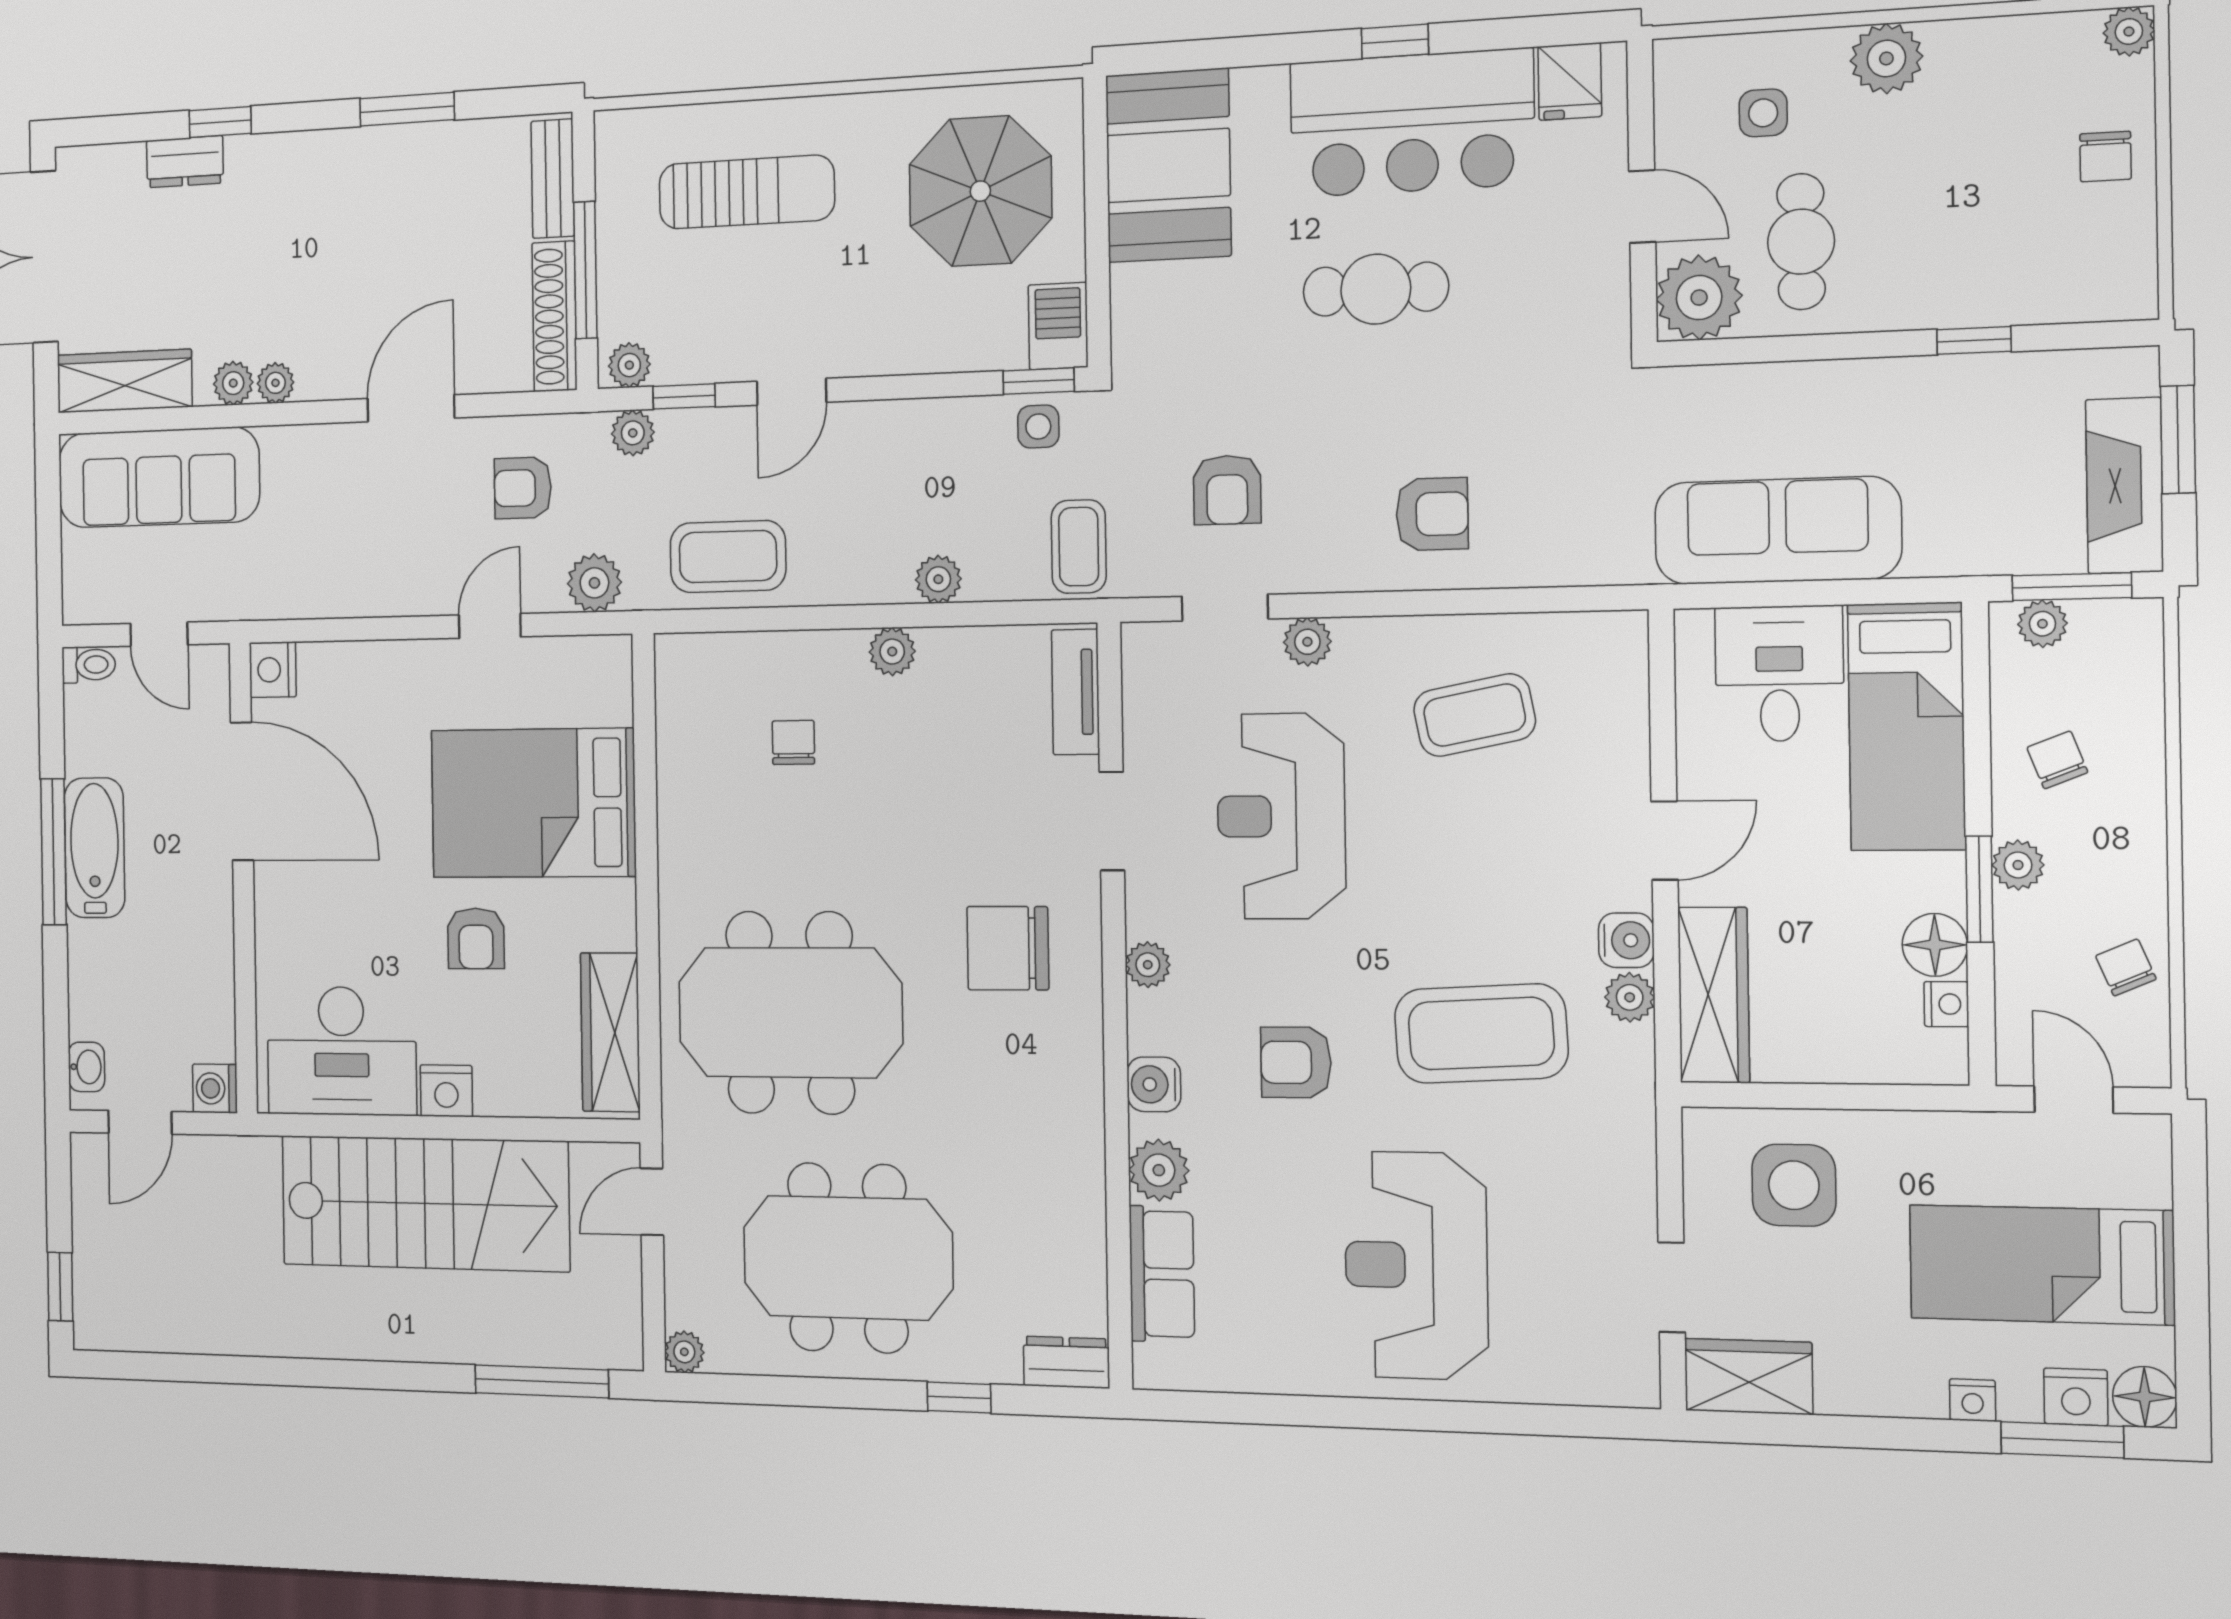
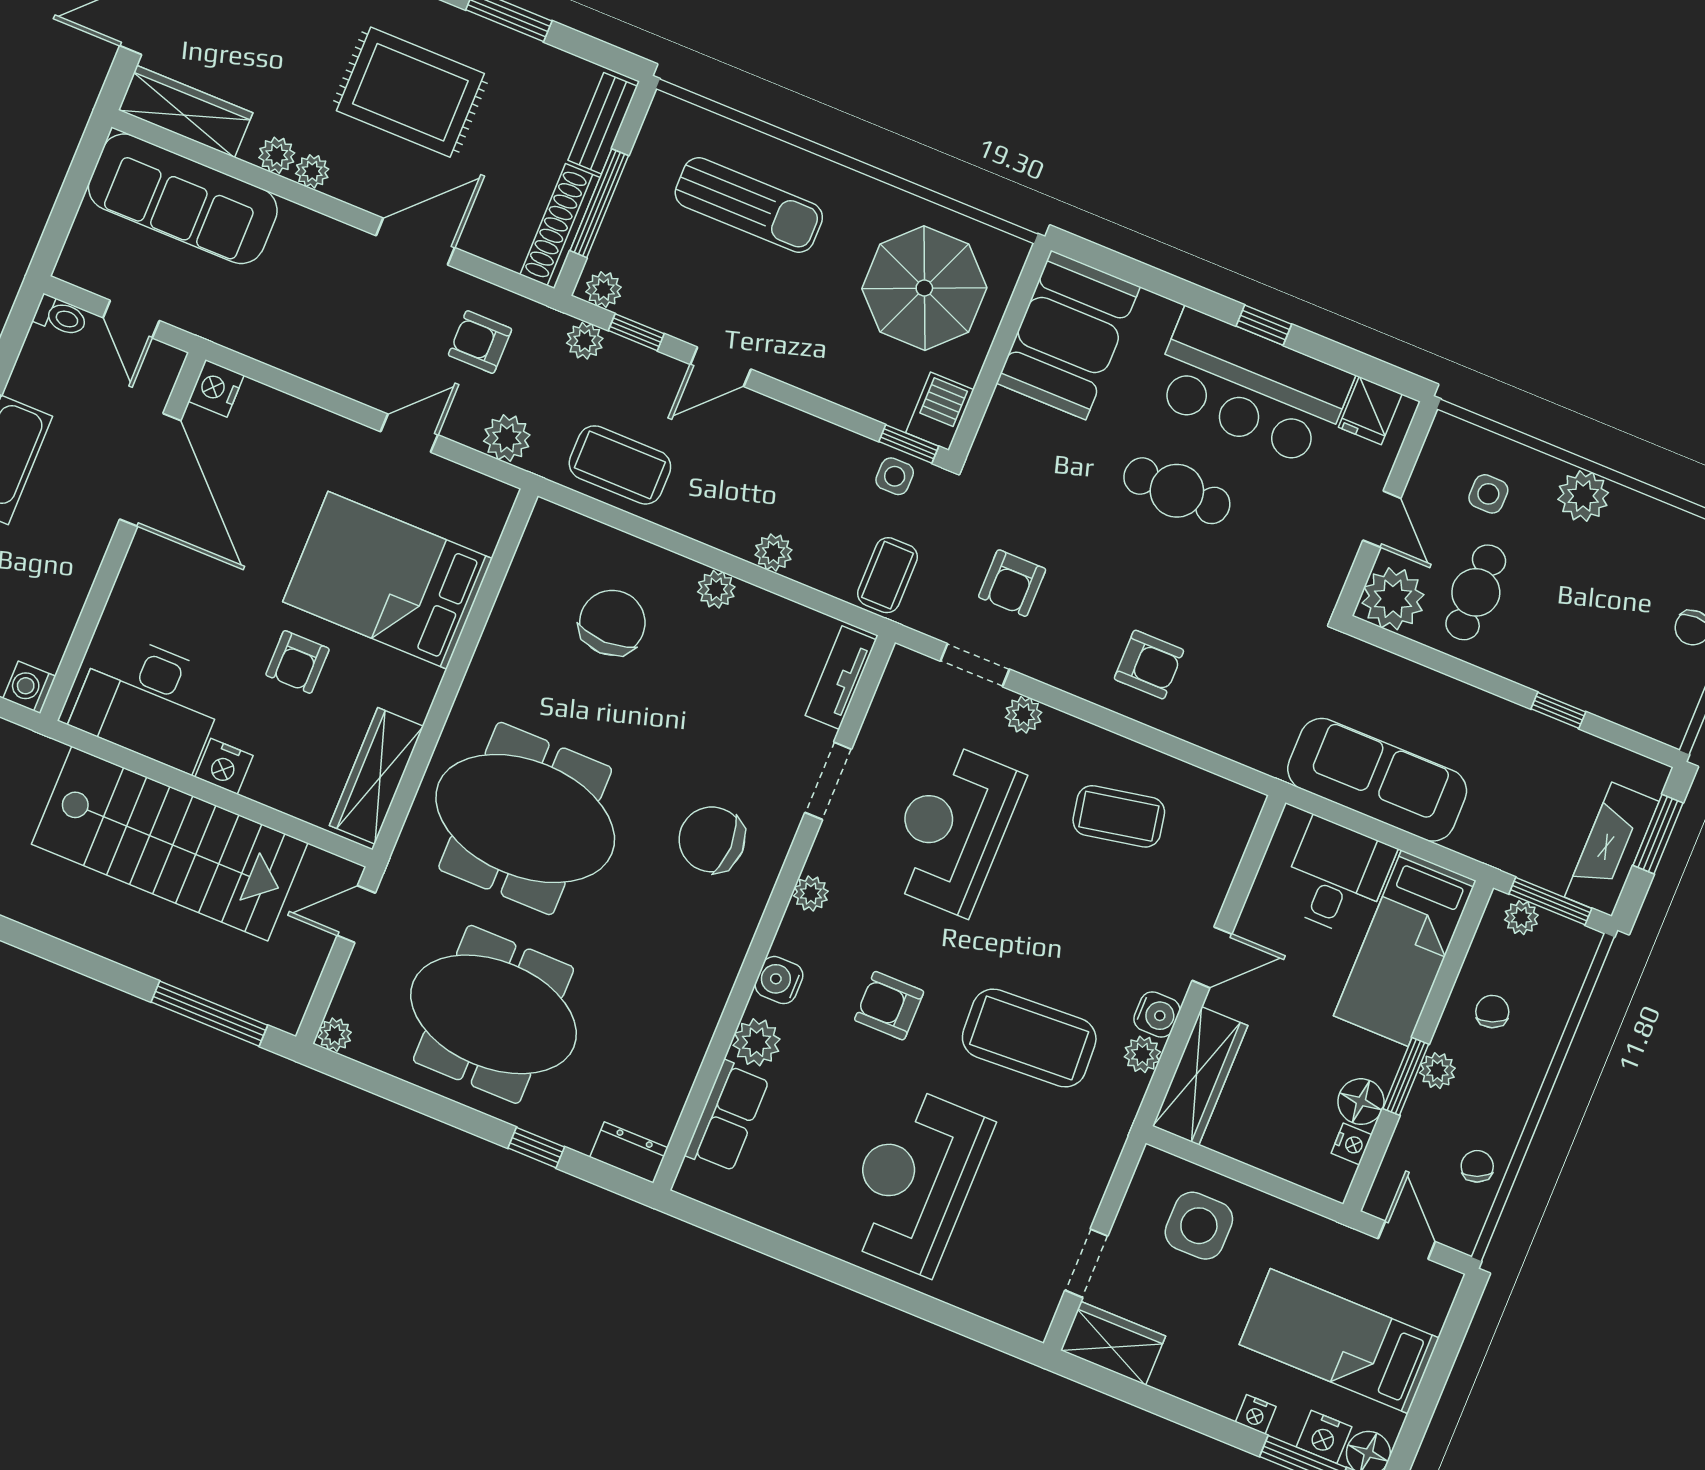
rug: (340, 246) -> (410, 92), added
chair: (793, 742) -> (612, 623), width x1.87, depth x1.87

